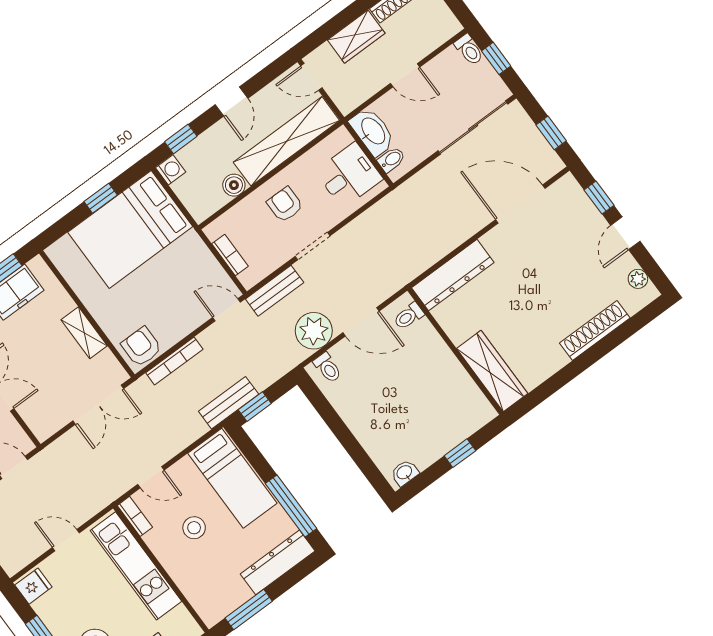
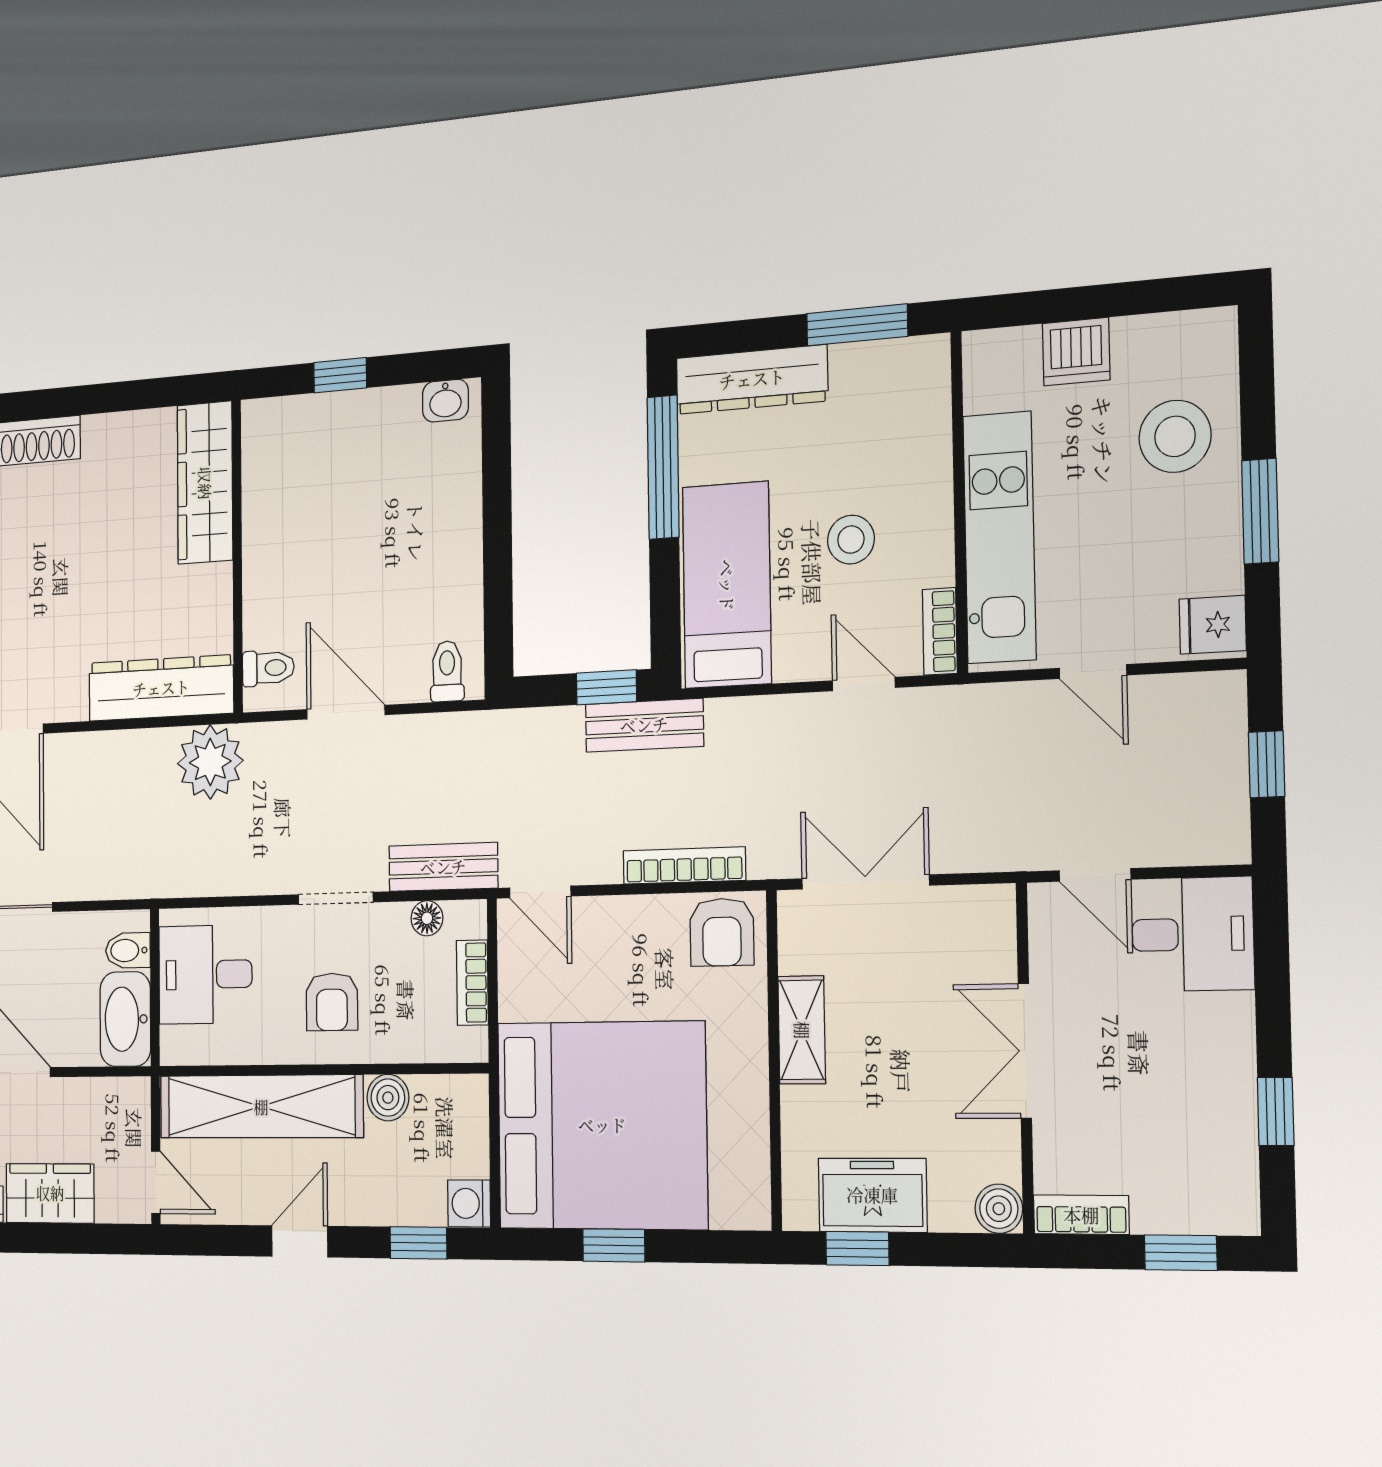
bed: (130, 229) -> (602, 1125), width x1.36
floor lamp: (267, 266) -> (427, 918), added
plant: (314, 331) -> (210, 762), moved

